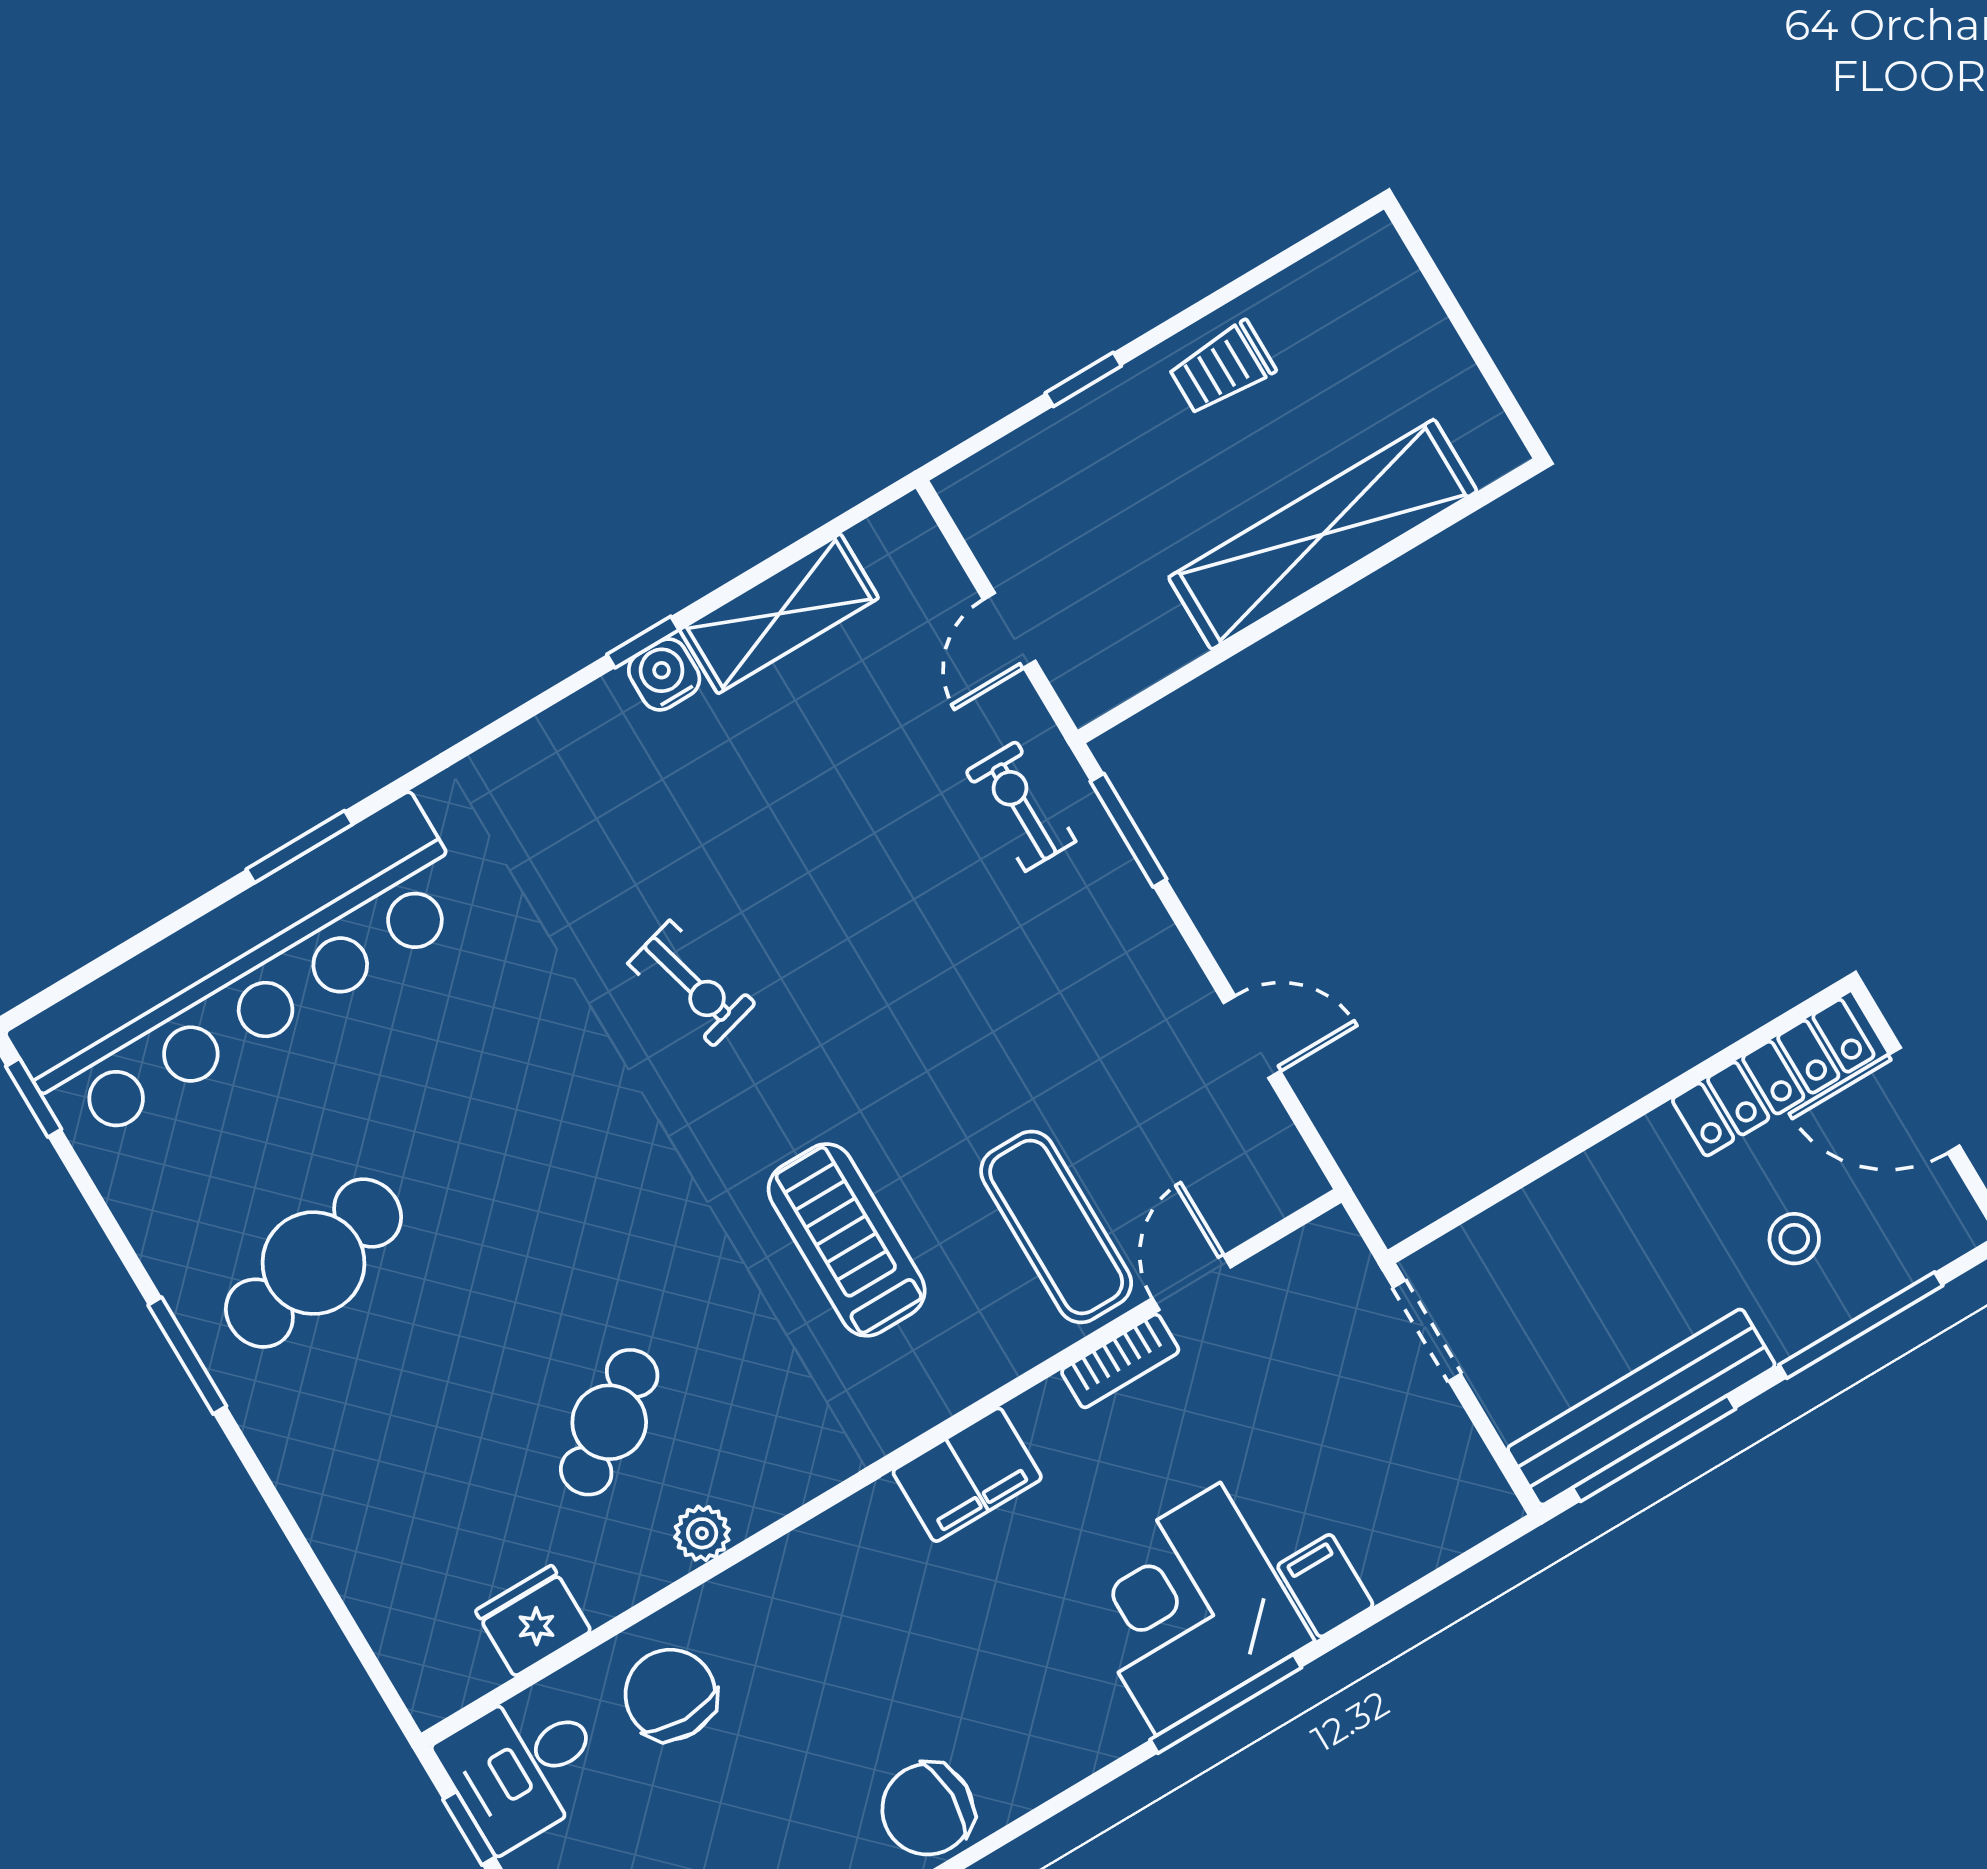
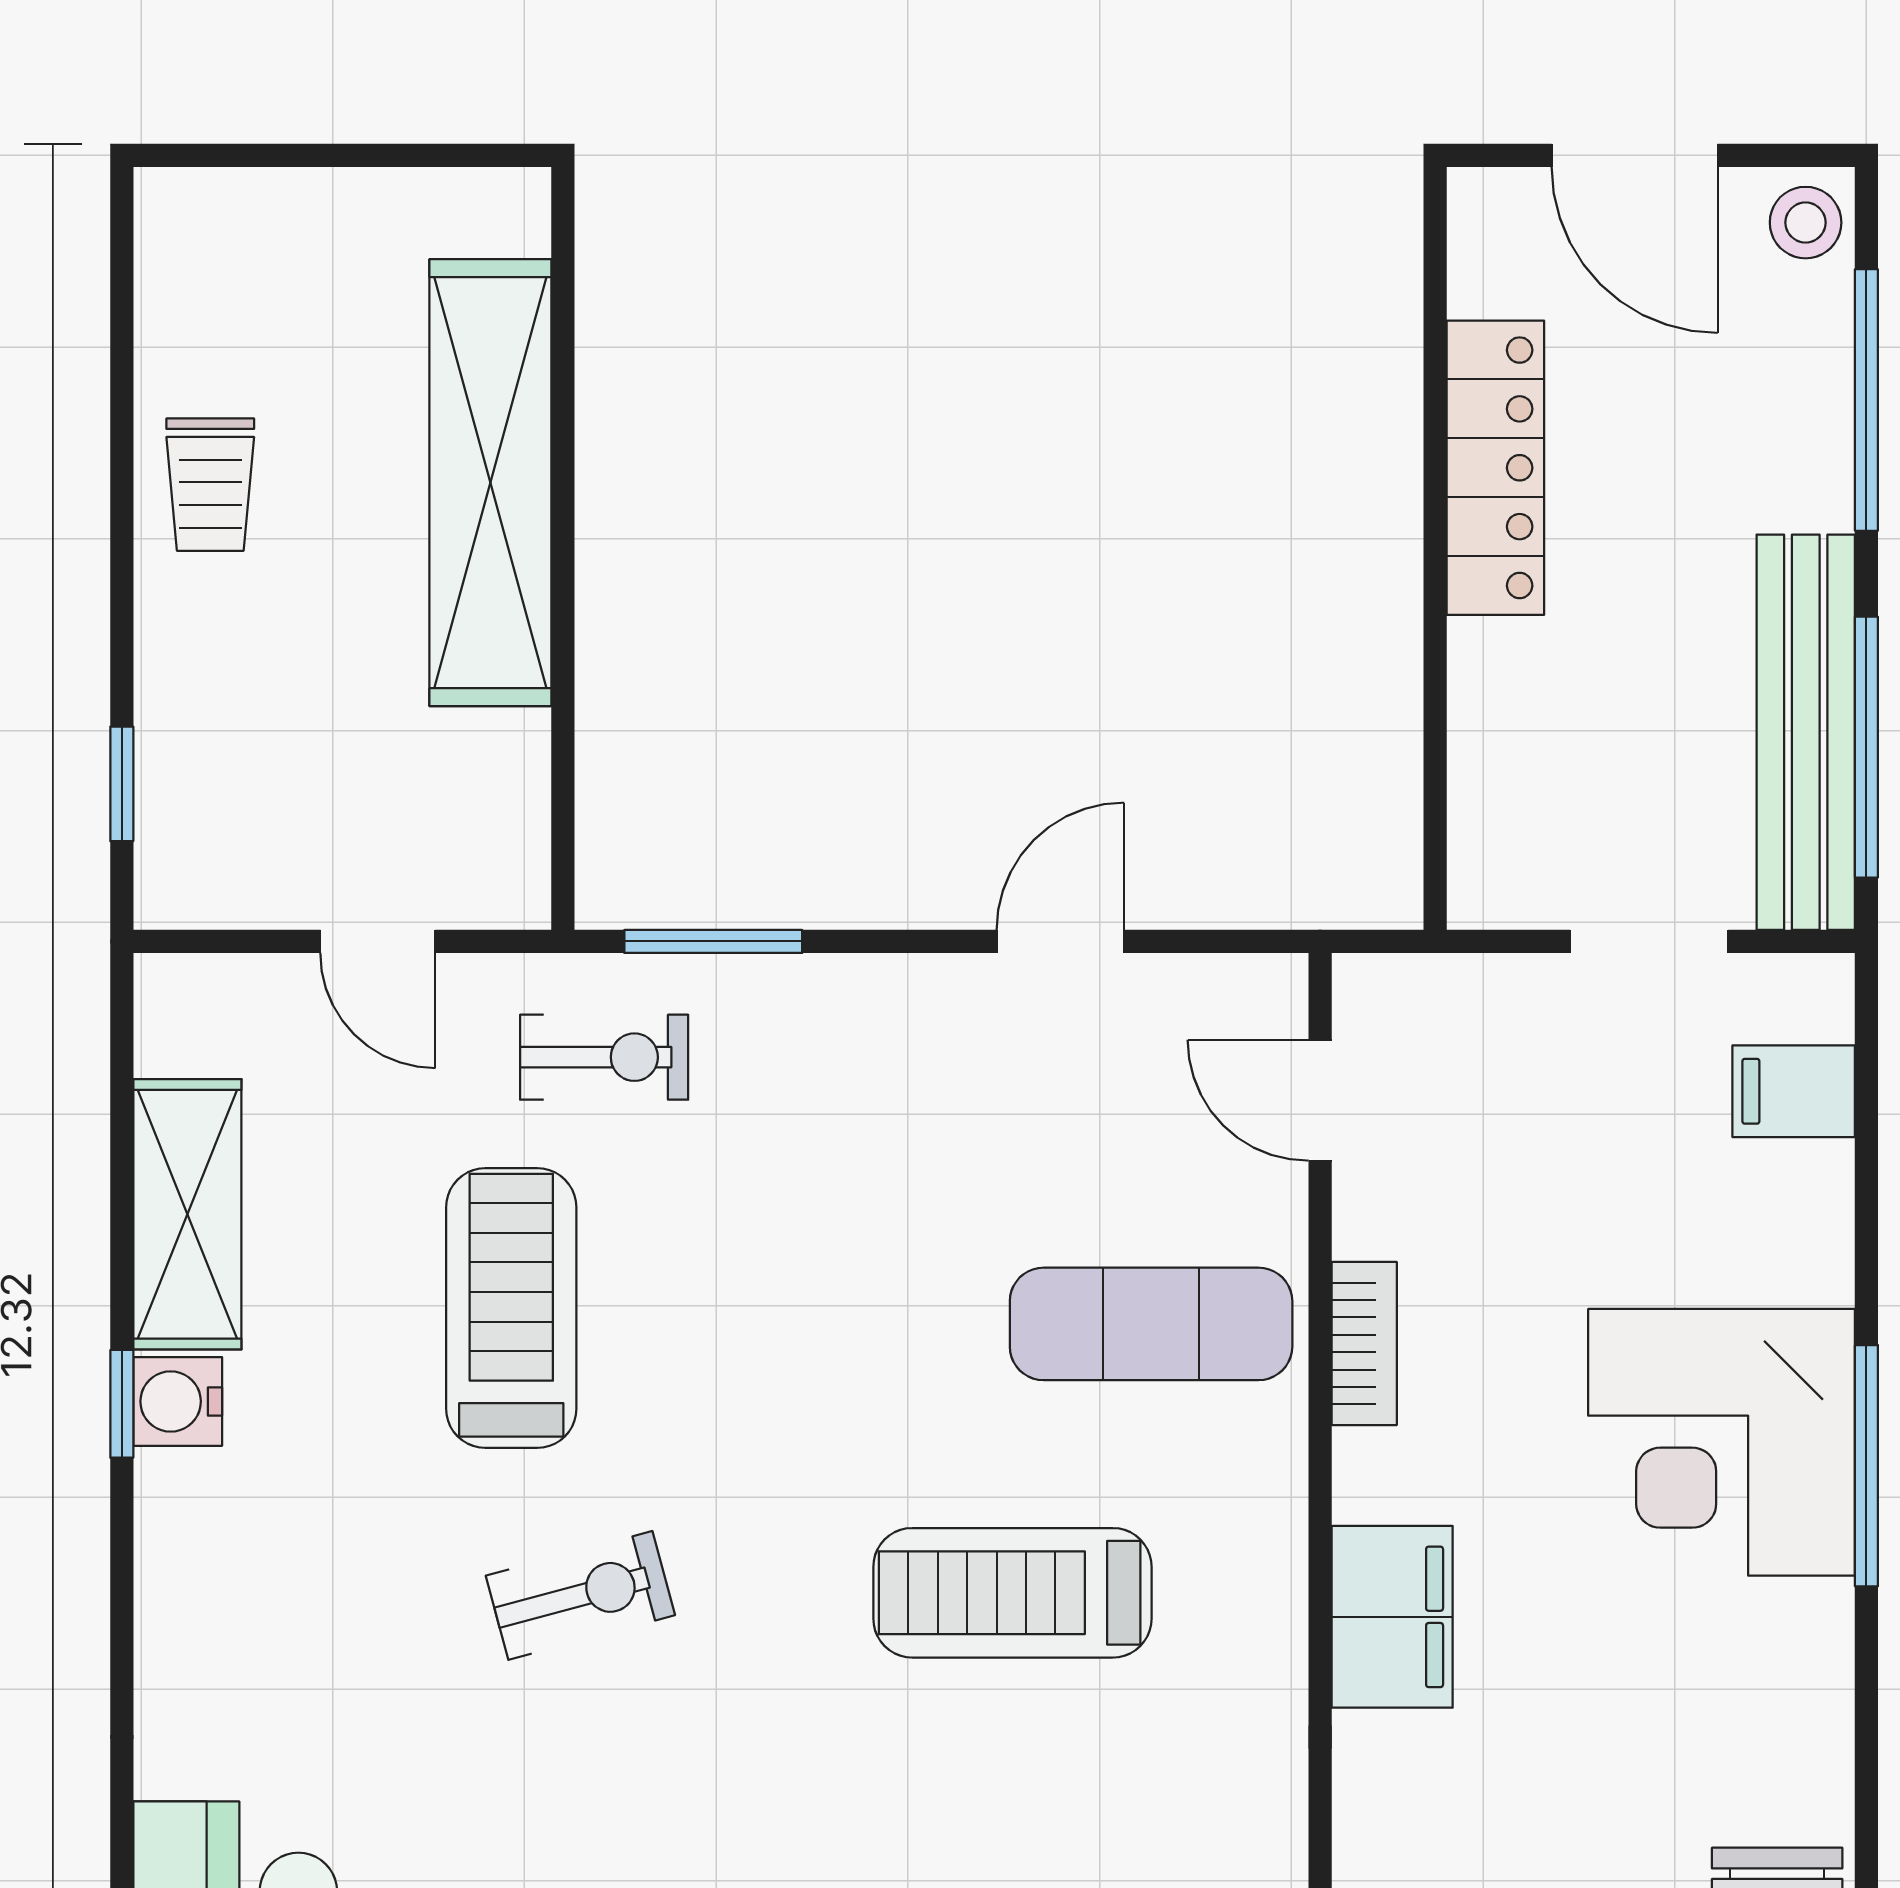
window: (1083, 379) -> (122, 784), moved
exercise bike: (1021, 806) -> (604, 1057), turned 180
treadmill: (838, 840) -> (511, 1308), added
locker: (1773, 1078) -> (1495, 468), moved
door: (1924, 1100) -> (1635, 155), hinge flipped
stool: (1794, 1239) -> (1806, 223), moved
door: (1192, 1283) -> (1320, 1100), moved
doorway: (1427, 1331) -> (1649, 941), moved
filing cabinet: (1325, 1586) -> (1794, 1091), moved

